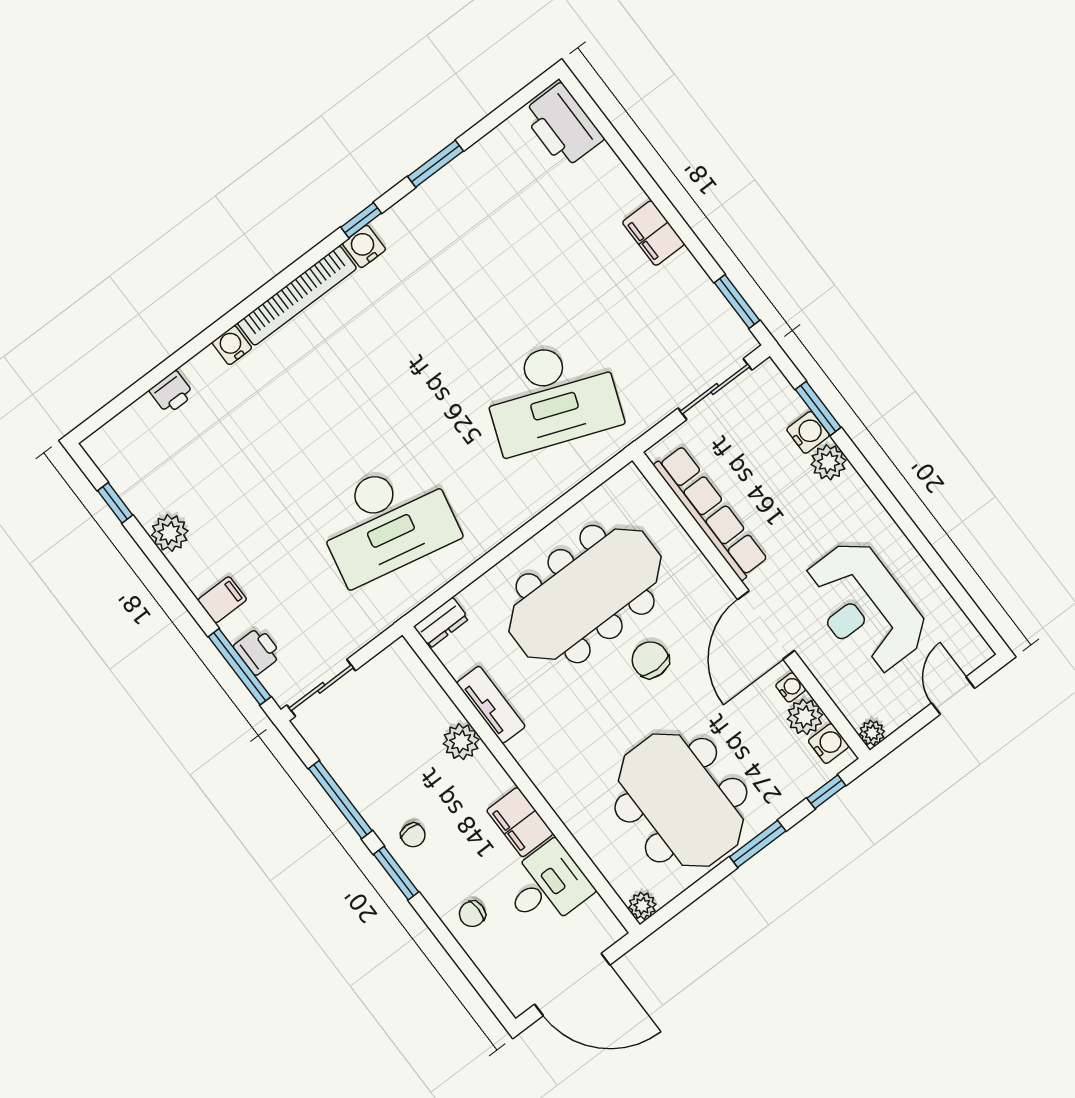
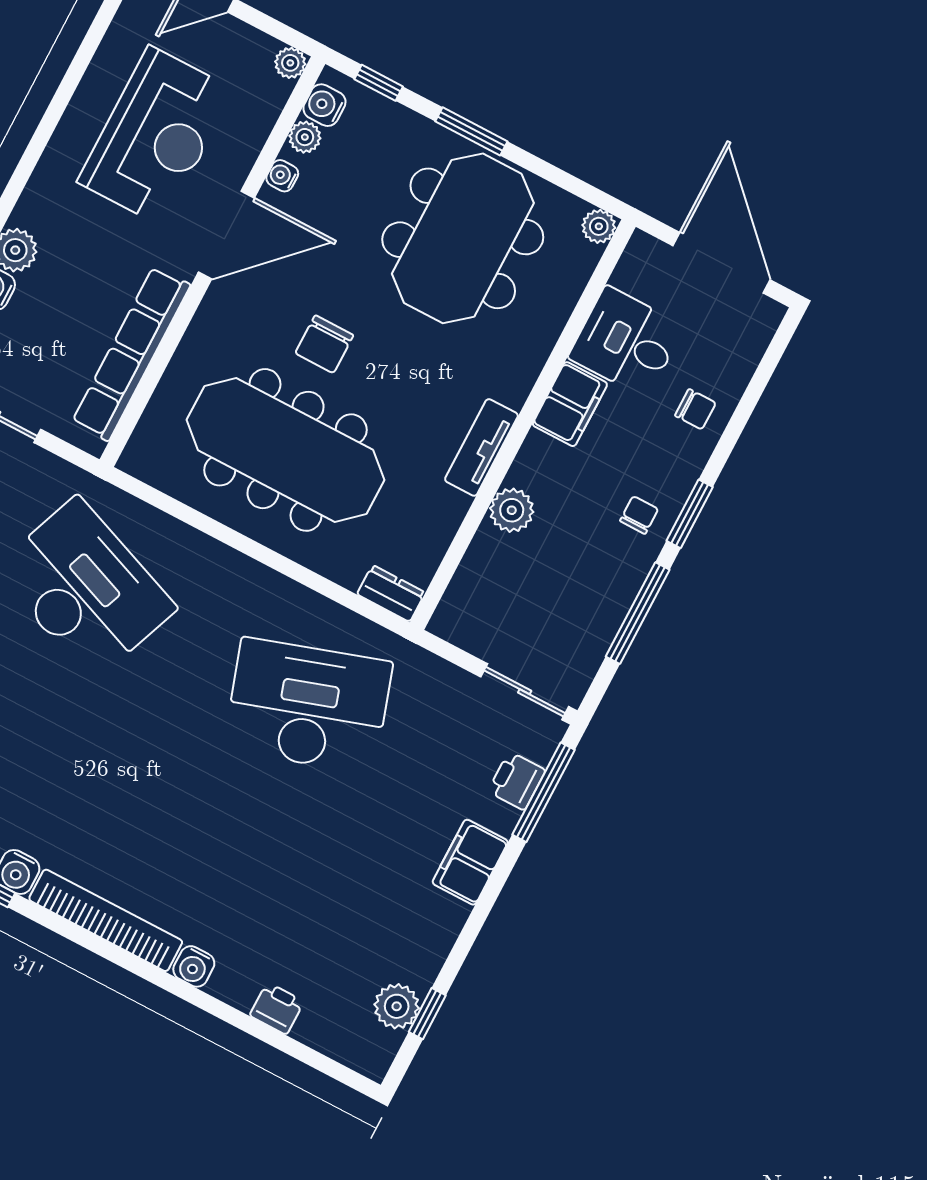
desk: (386, 521) -> (308, 706), turned -30
plant: (170, 533) -> (397, 1006), moved
filing cabinet: (222, 600) -> (470, 862), width x2.00
tv unit: (491, 705) -> (481, 447), moved
plant: (805, 717) -> (305, 137), width x0.73, depth x0.73

